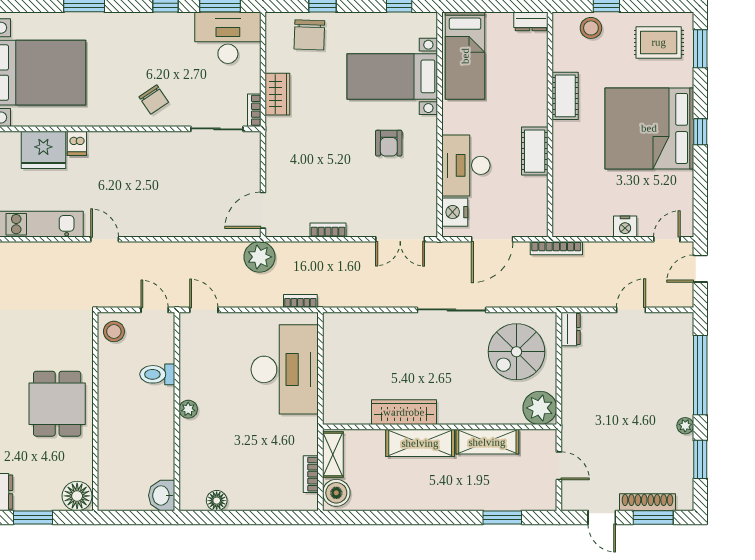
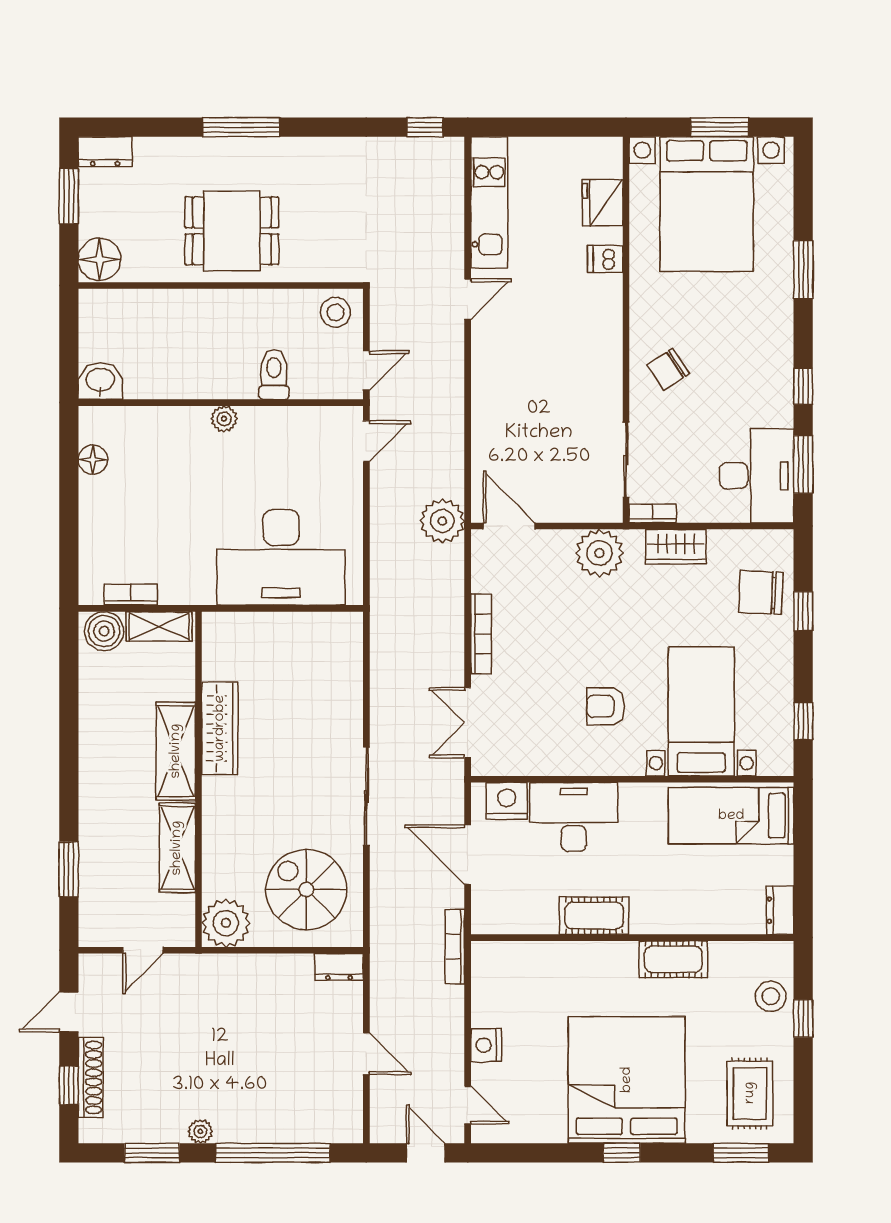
plant: (282, 147) -> (599, 553), added
fridge: (43, 150) -> (603, 203), width x0.73, depth x0.75
bookcase: (328, 230) -> (481, 634), width x1.56
bookcase: (300, 301) -> (379, 580), removed
window: (653, 517) -> (69, 1085), width x0.67

